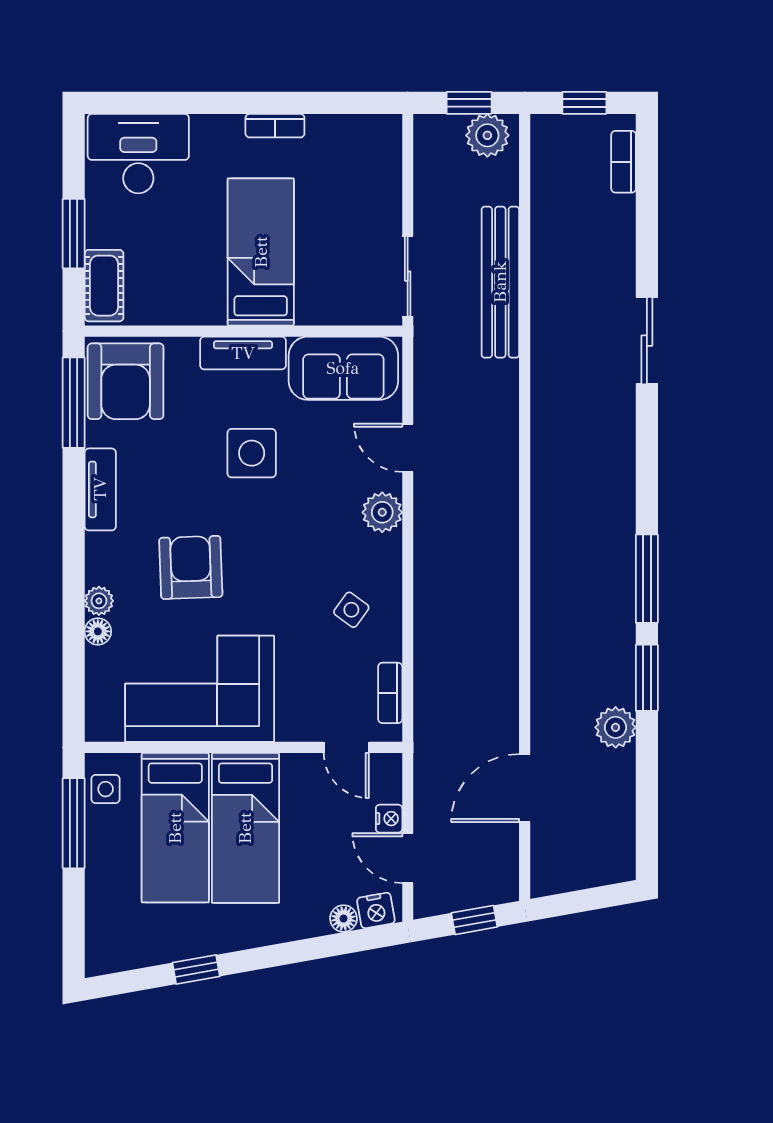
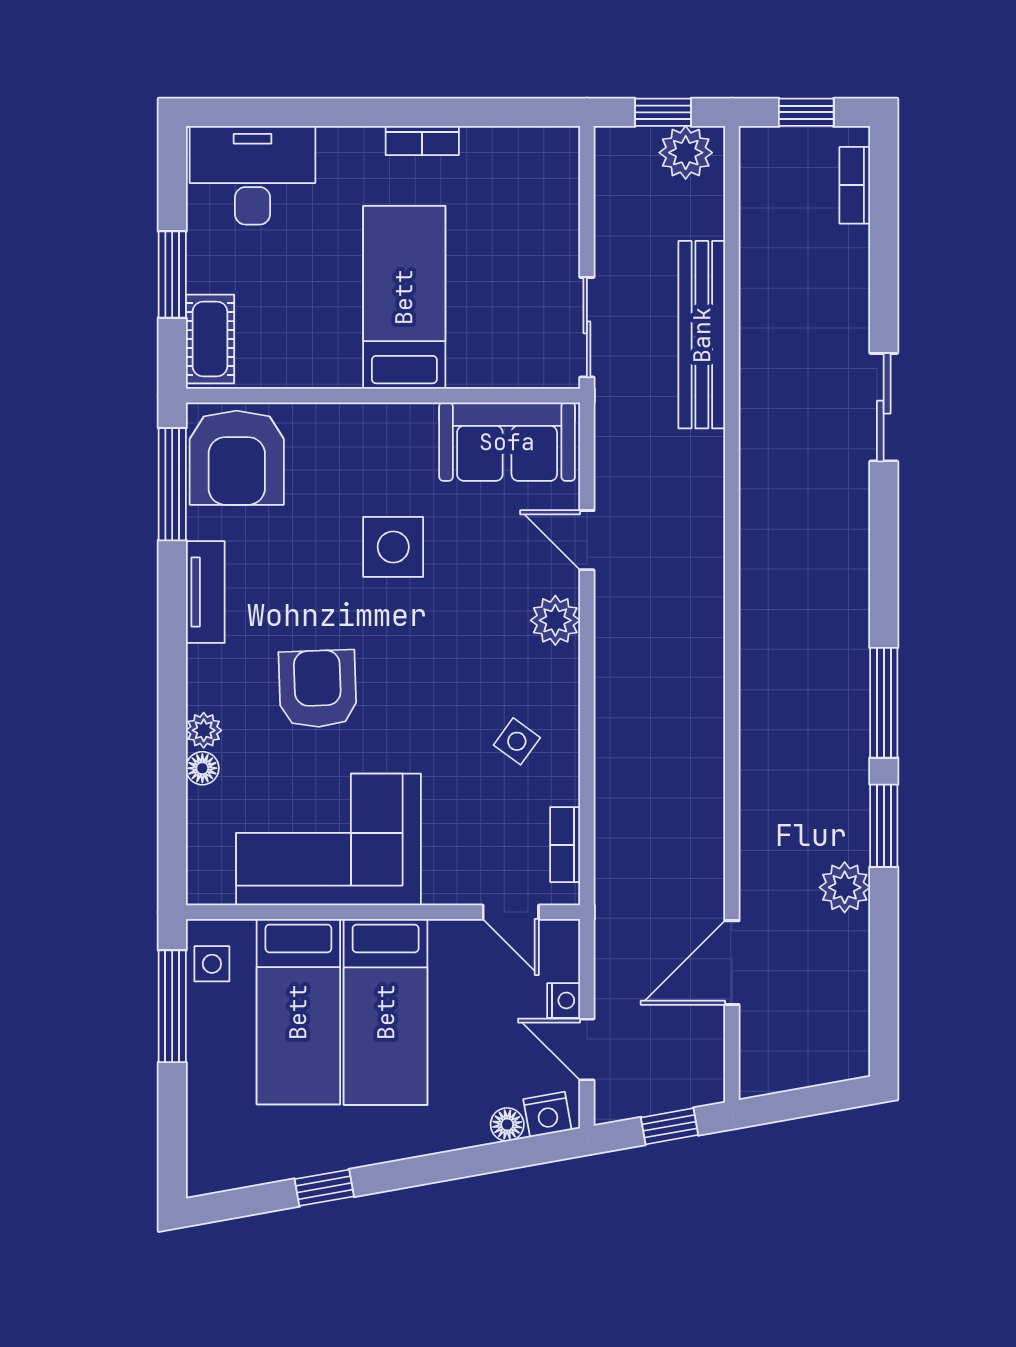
tv unit: (243, 353) -> (382, 423), removed

